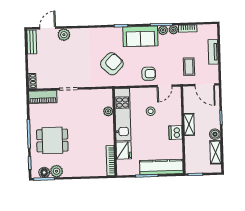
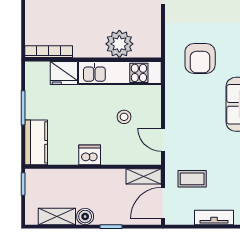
armchair: (112, 64) -> (200, 58), turned 46
armchair: (149, 74) -> (183, 115), removed
plant: (108, 111) -> (119, 44), width x1.88, depth x1.88
shelving: (189, 124) -> (144, 176), moved
kitchen counter: (161, 167) -> (36, 142), width x0.67

